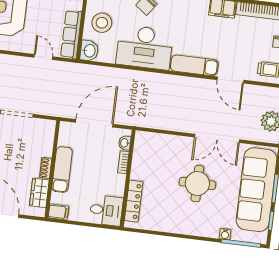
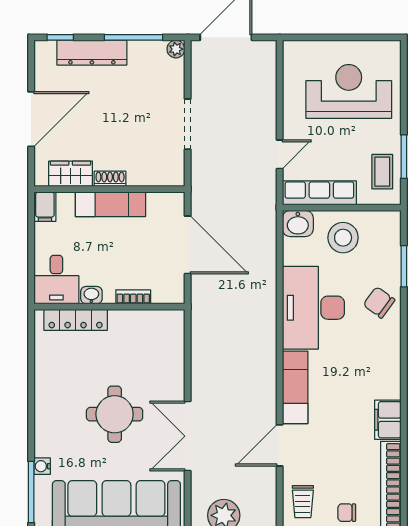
washbasin: (125, 143) -> (91, 295), moved

